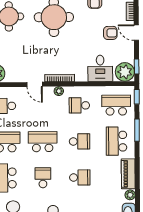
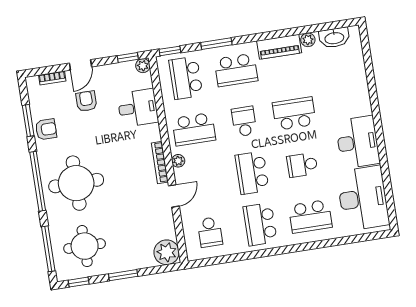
plant: (125, 72) -> (143, 66), width x0.53, depth x0.53
school desk: (79, 105) -> (194, 129), width x1.85
school desk: (80, 177) -> (294, 114), width x1.85

